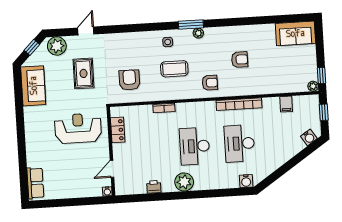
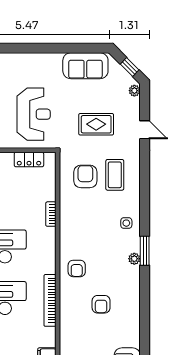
plant: (57, 46) -> (134, 91), width x0.53, depth x0.53
coffee table: (174, 69) -> (115, 175), moved
armchair: (129, 80) -> (85, 176), turned -90

